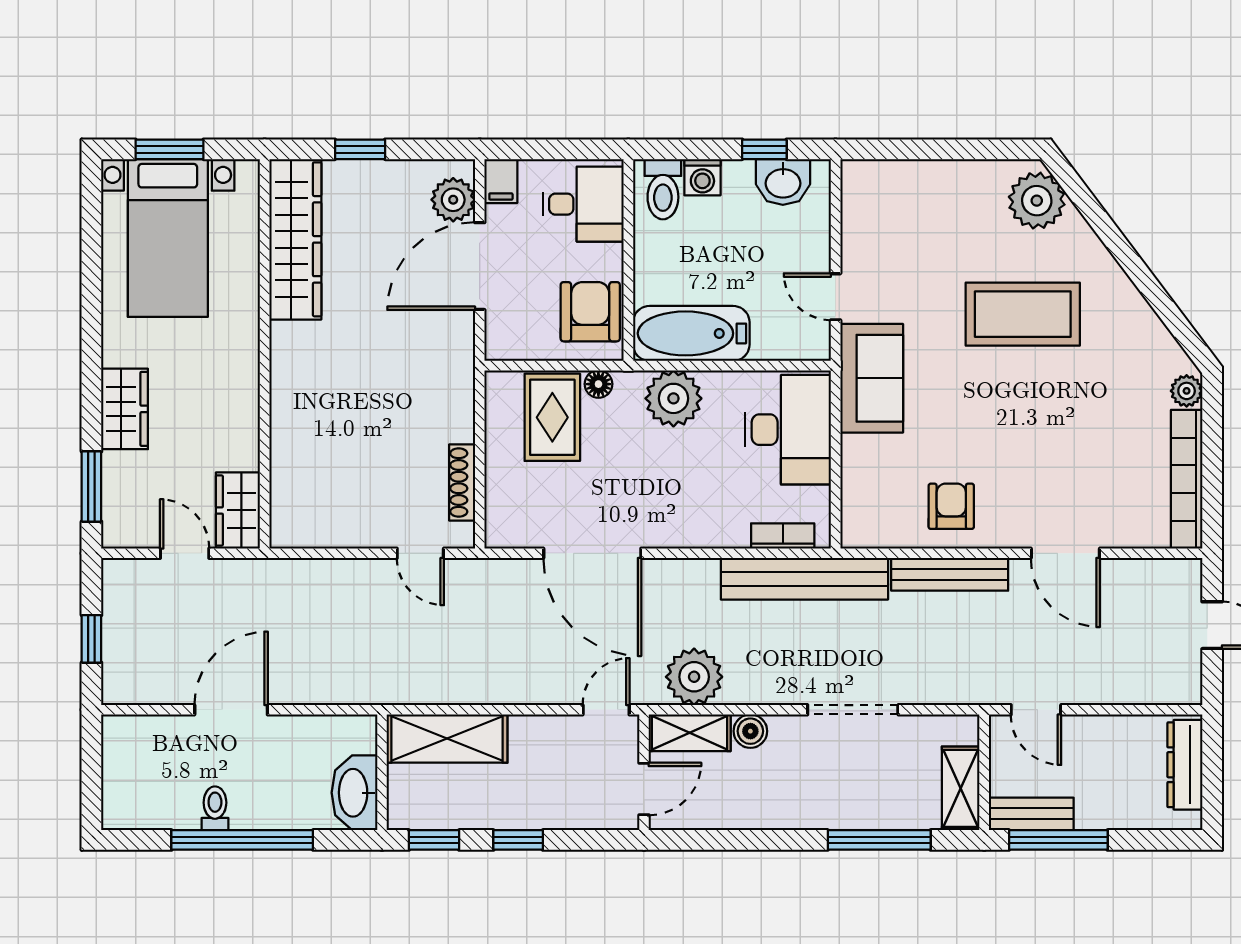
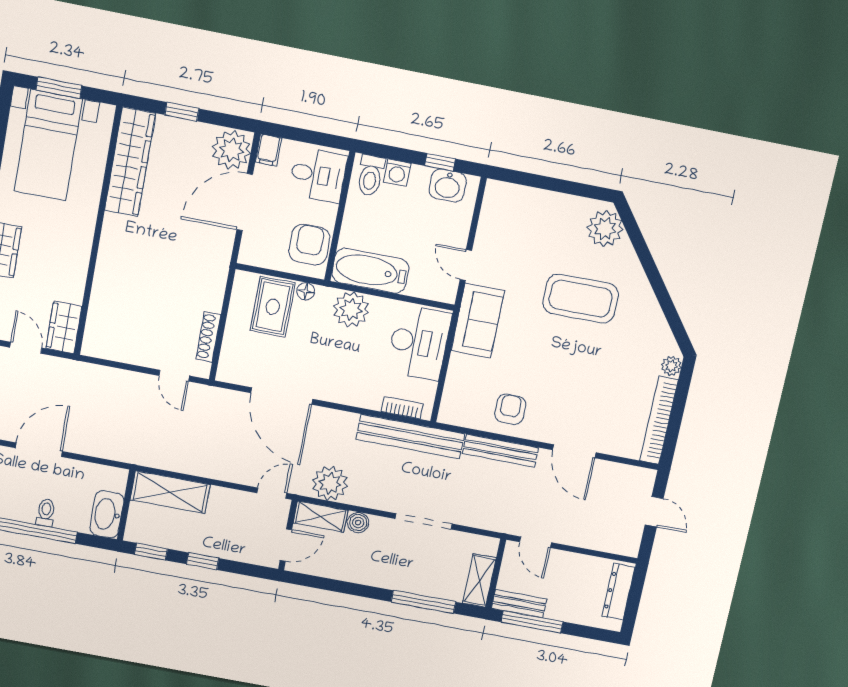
plant: (453, 200) -> (232, 150), width x1.36, depth x1.36
toilet: (215, 808) -> (46, 513), moved

